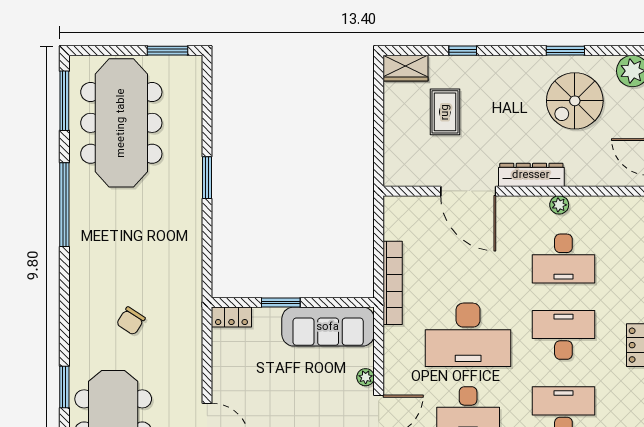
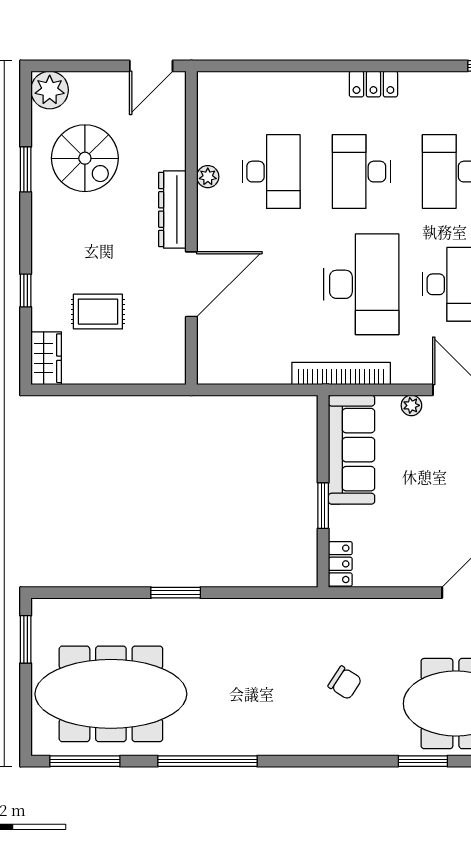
bookcase: (393, 283) -> (341, 373), moved

